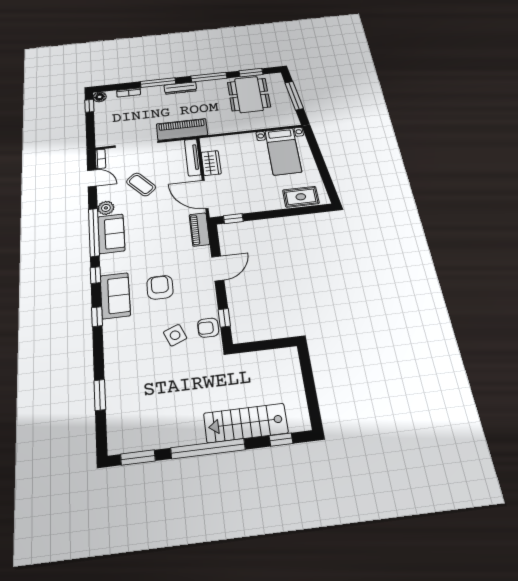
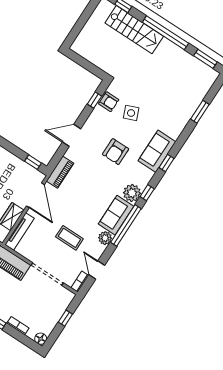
window: (89, 106) -> (65, 318), moved
coffee table: (141, 184) -> (69, 238), turned -48
plant: (111, 264) -> (132, 193), added
sofa: (115, 296) -> (157, 151), moved

